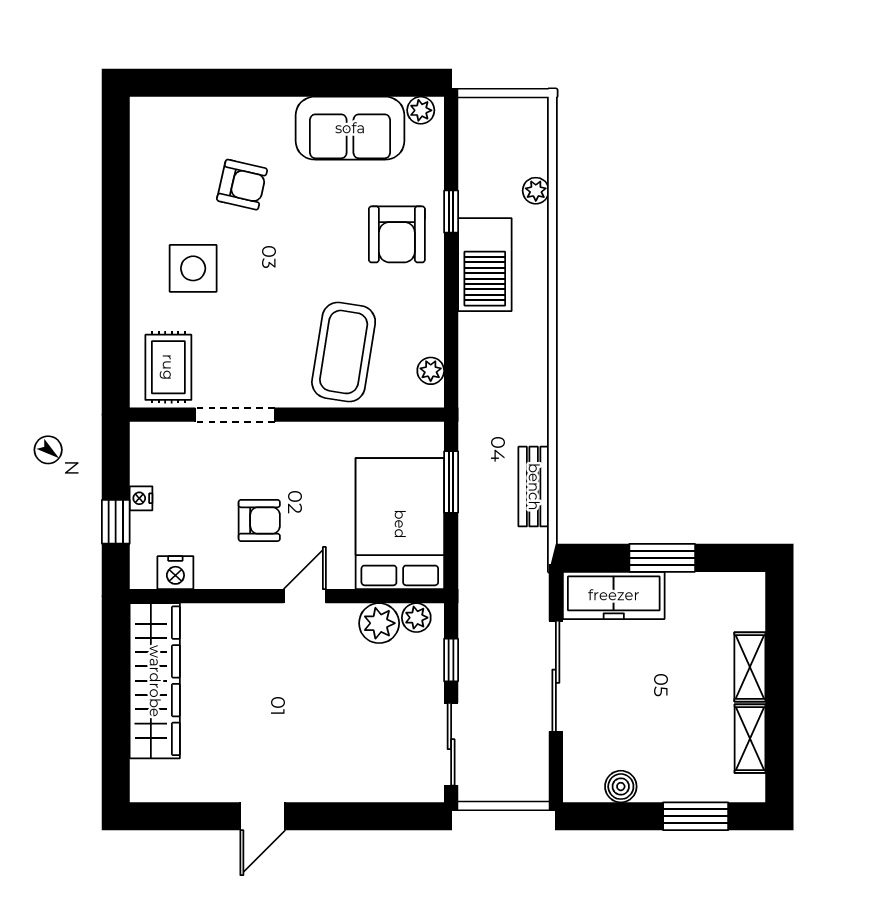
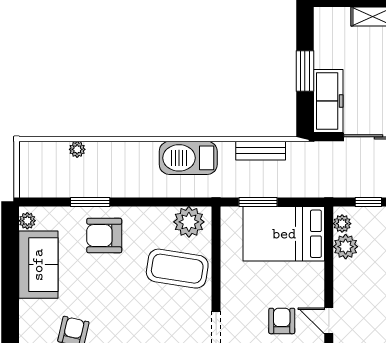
window: (451, 212) -> (90, 202), width x1.50
armchair: (397, 234) -> (104, 236), turned 180
barbecue: (485, 265) -> (188, 158), moved, turned 180
plant: (431, 371) -> (189, 222), width x1.88, depth x1.88
door: (305, 596) -> (329, 321), moved

